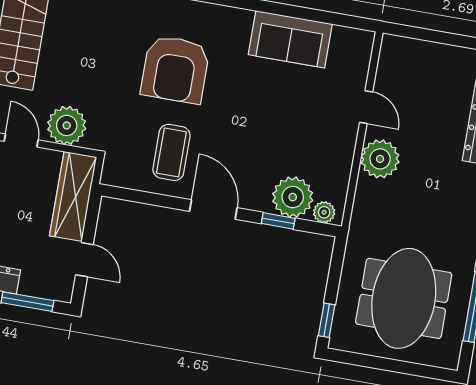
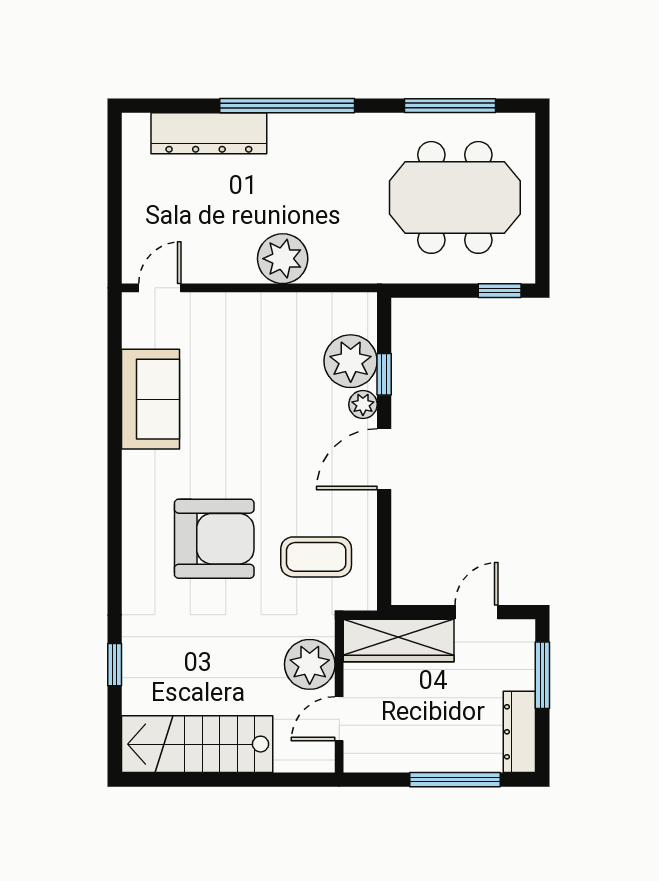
door: (366, 107) -> (160, 288), moved
coffee table: (171, 152) -> (316, 557), moved
plant: (324, 212) -> (363, 404), moved

